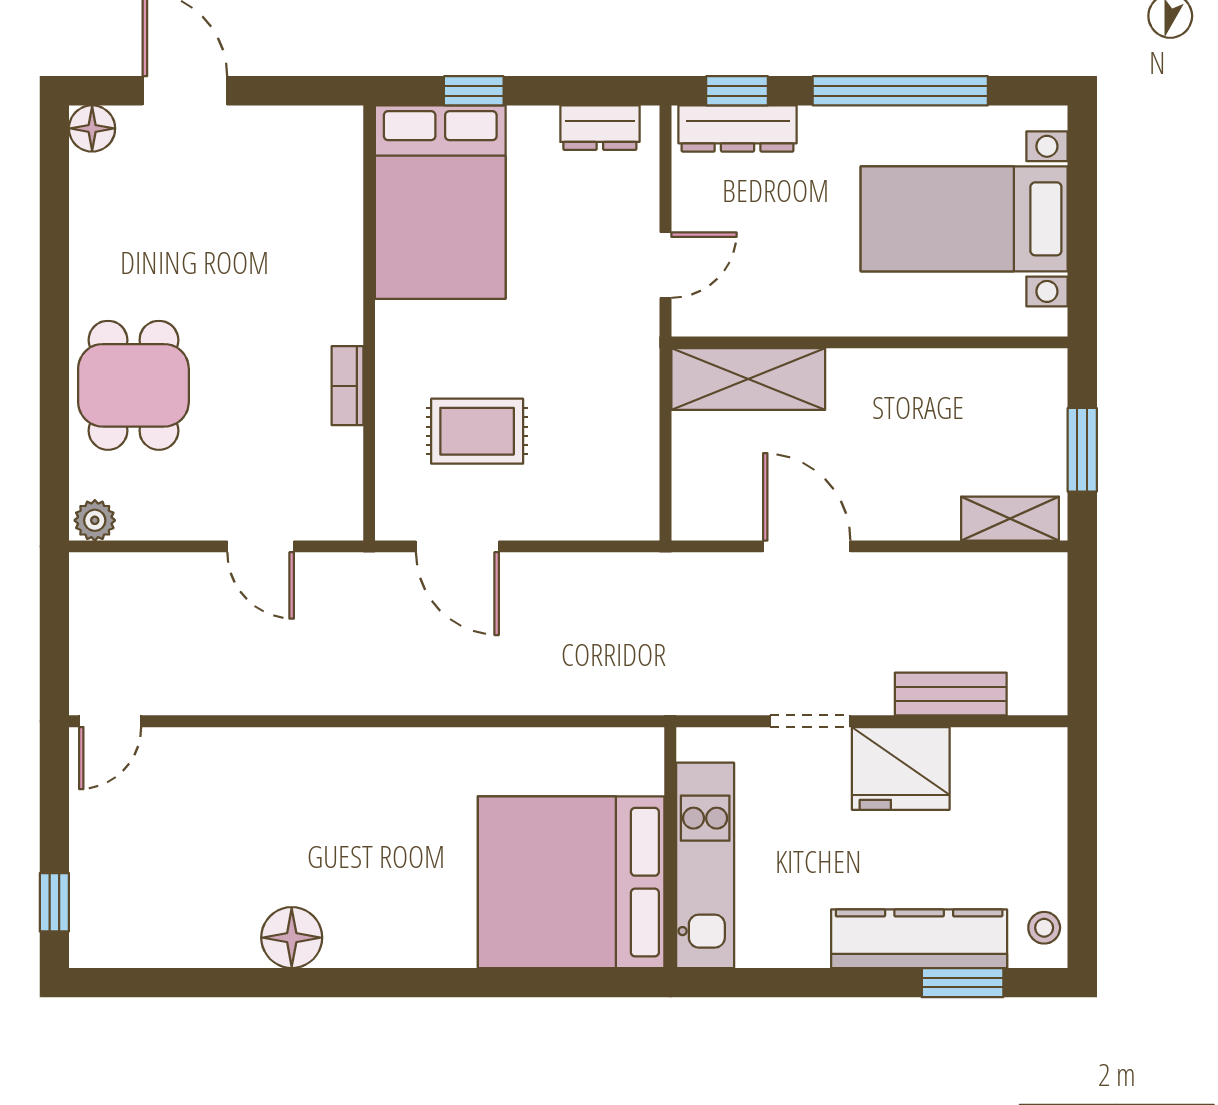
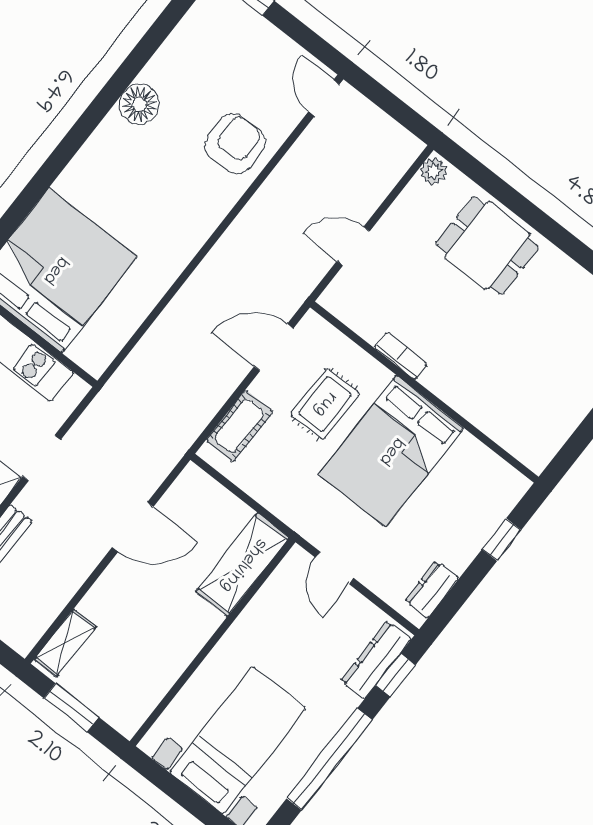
bed: (440, 202) -> (391, 451), moved, turned -90
cot: (584, 514) -> (239, 426), added
armchair: (249, 785) -> (235, 144), added

